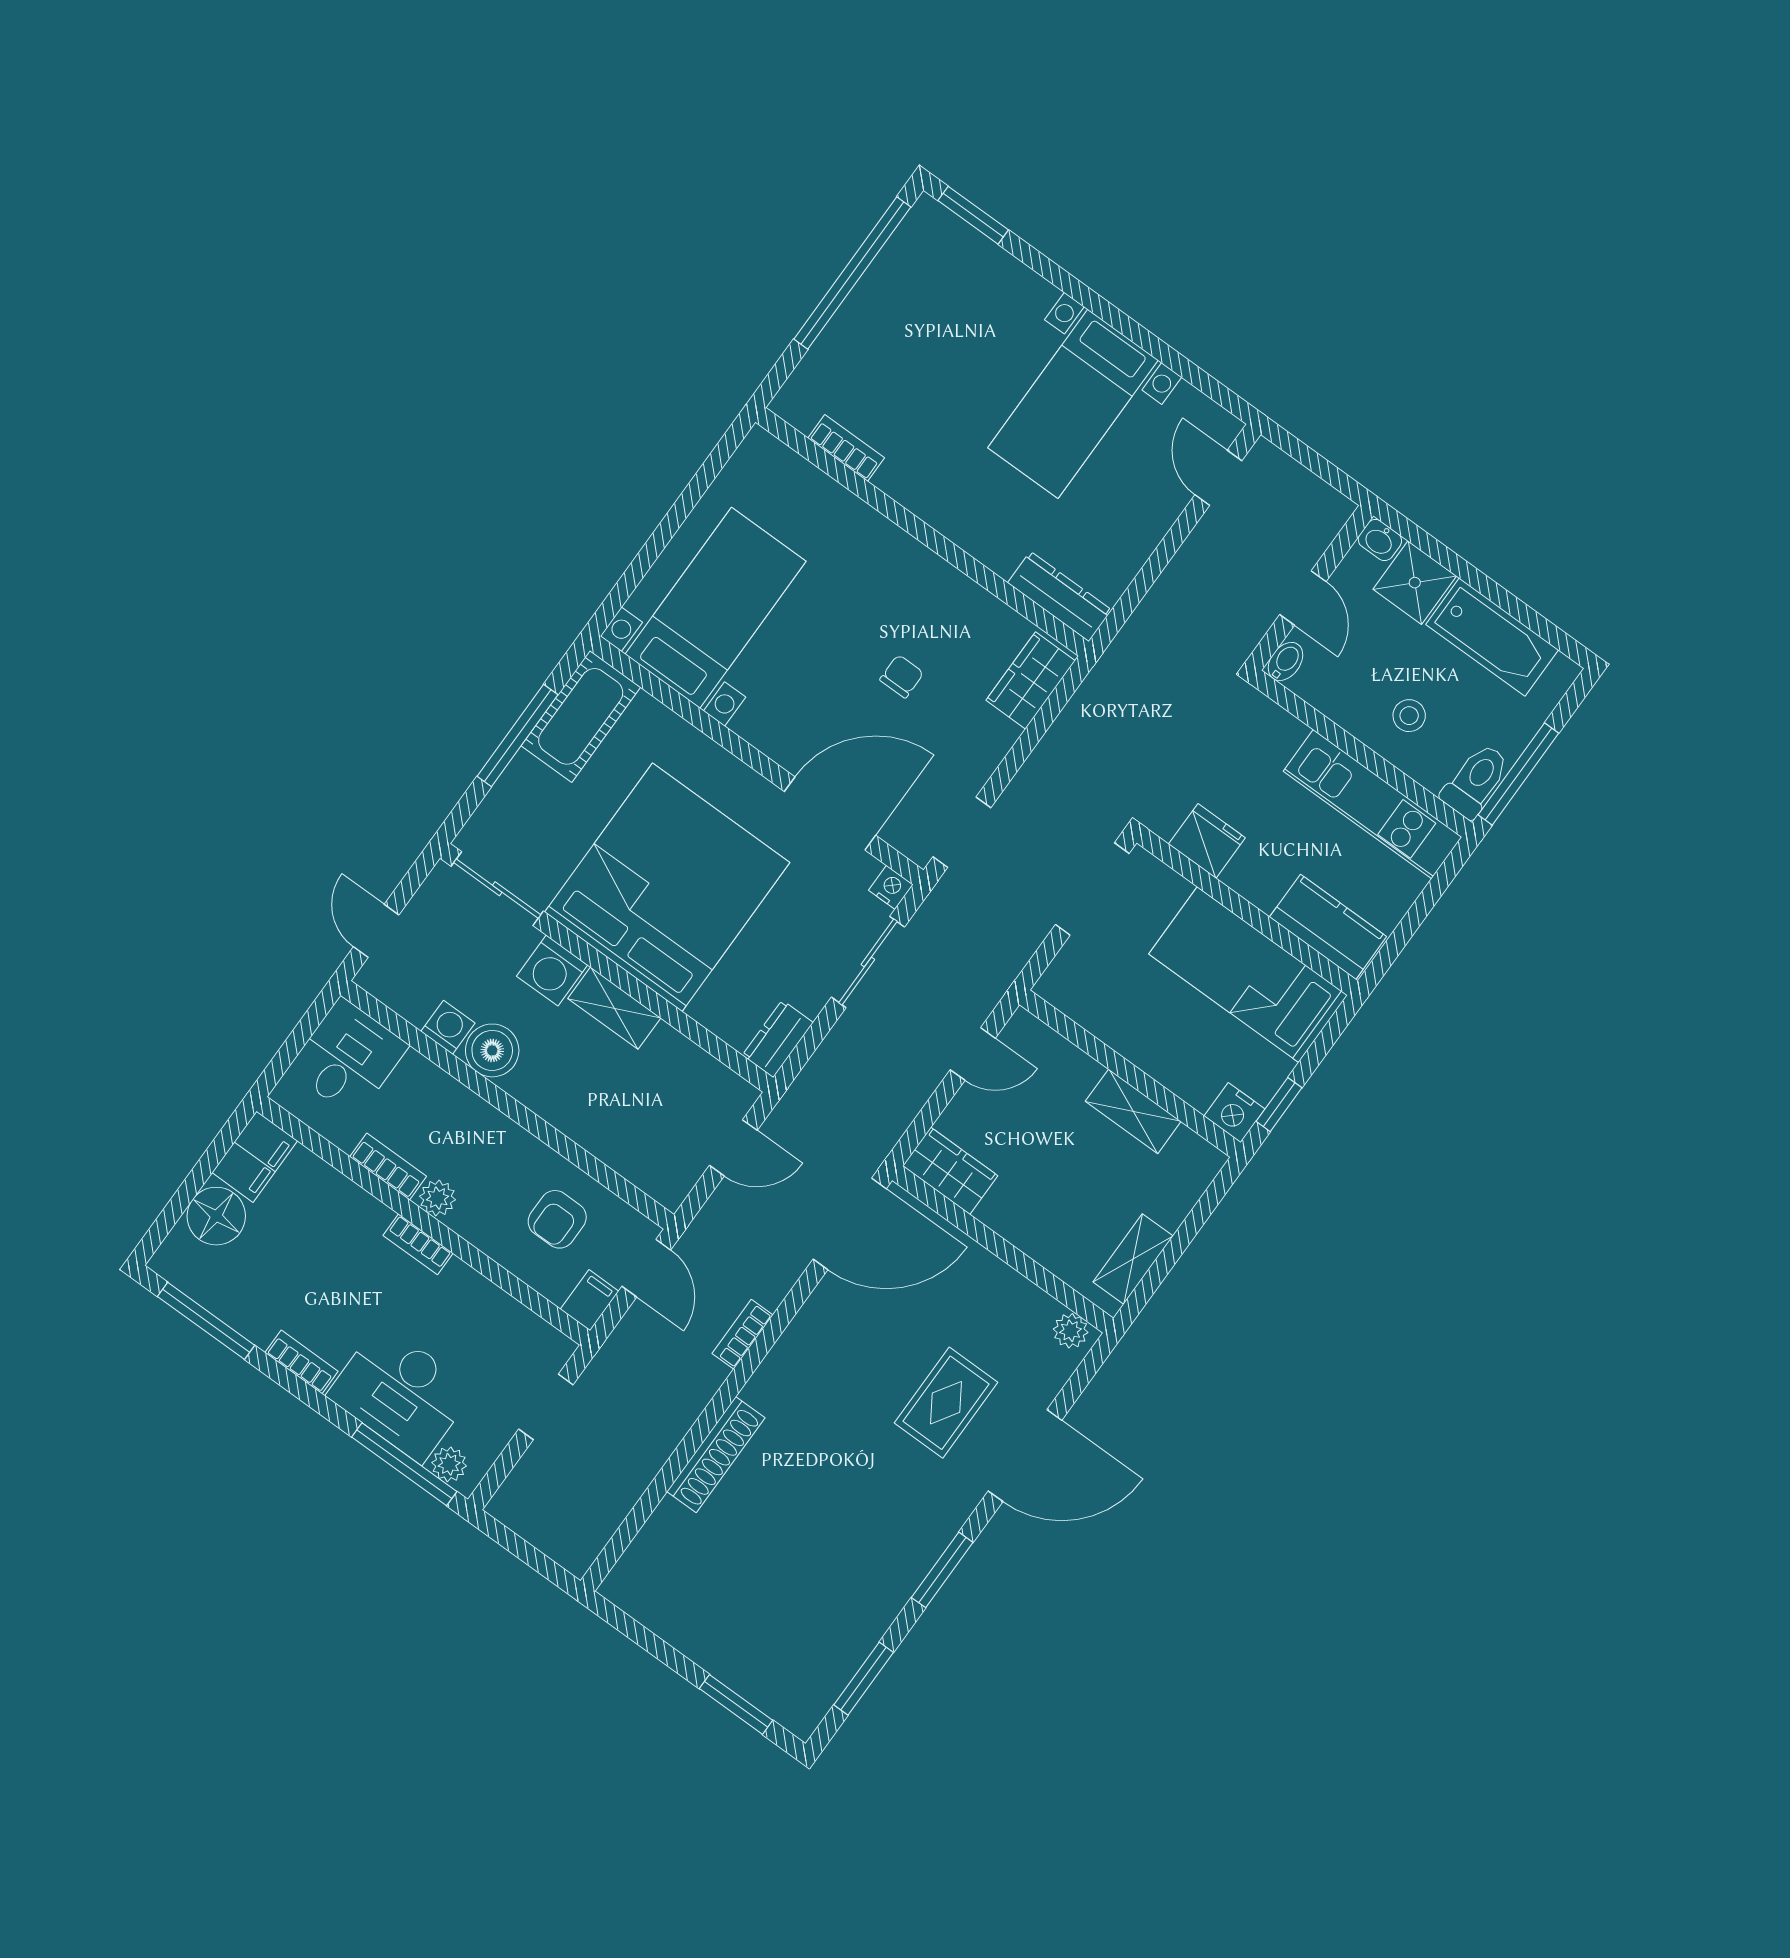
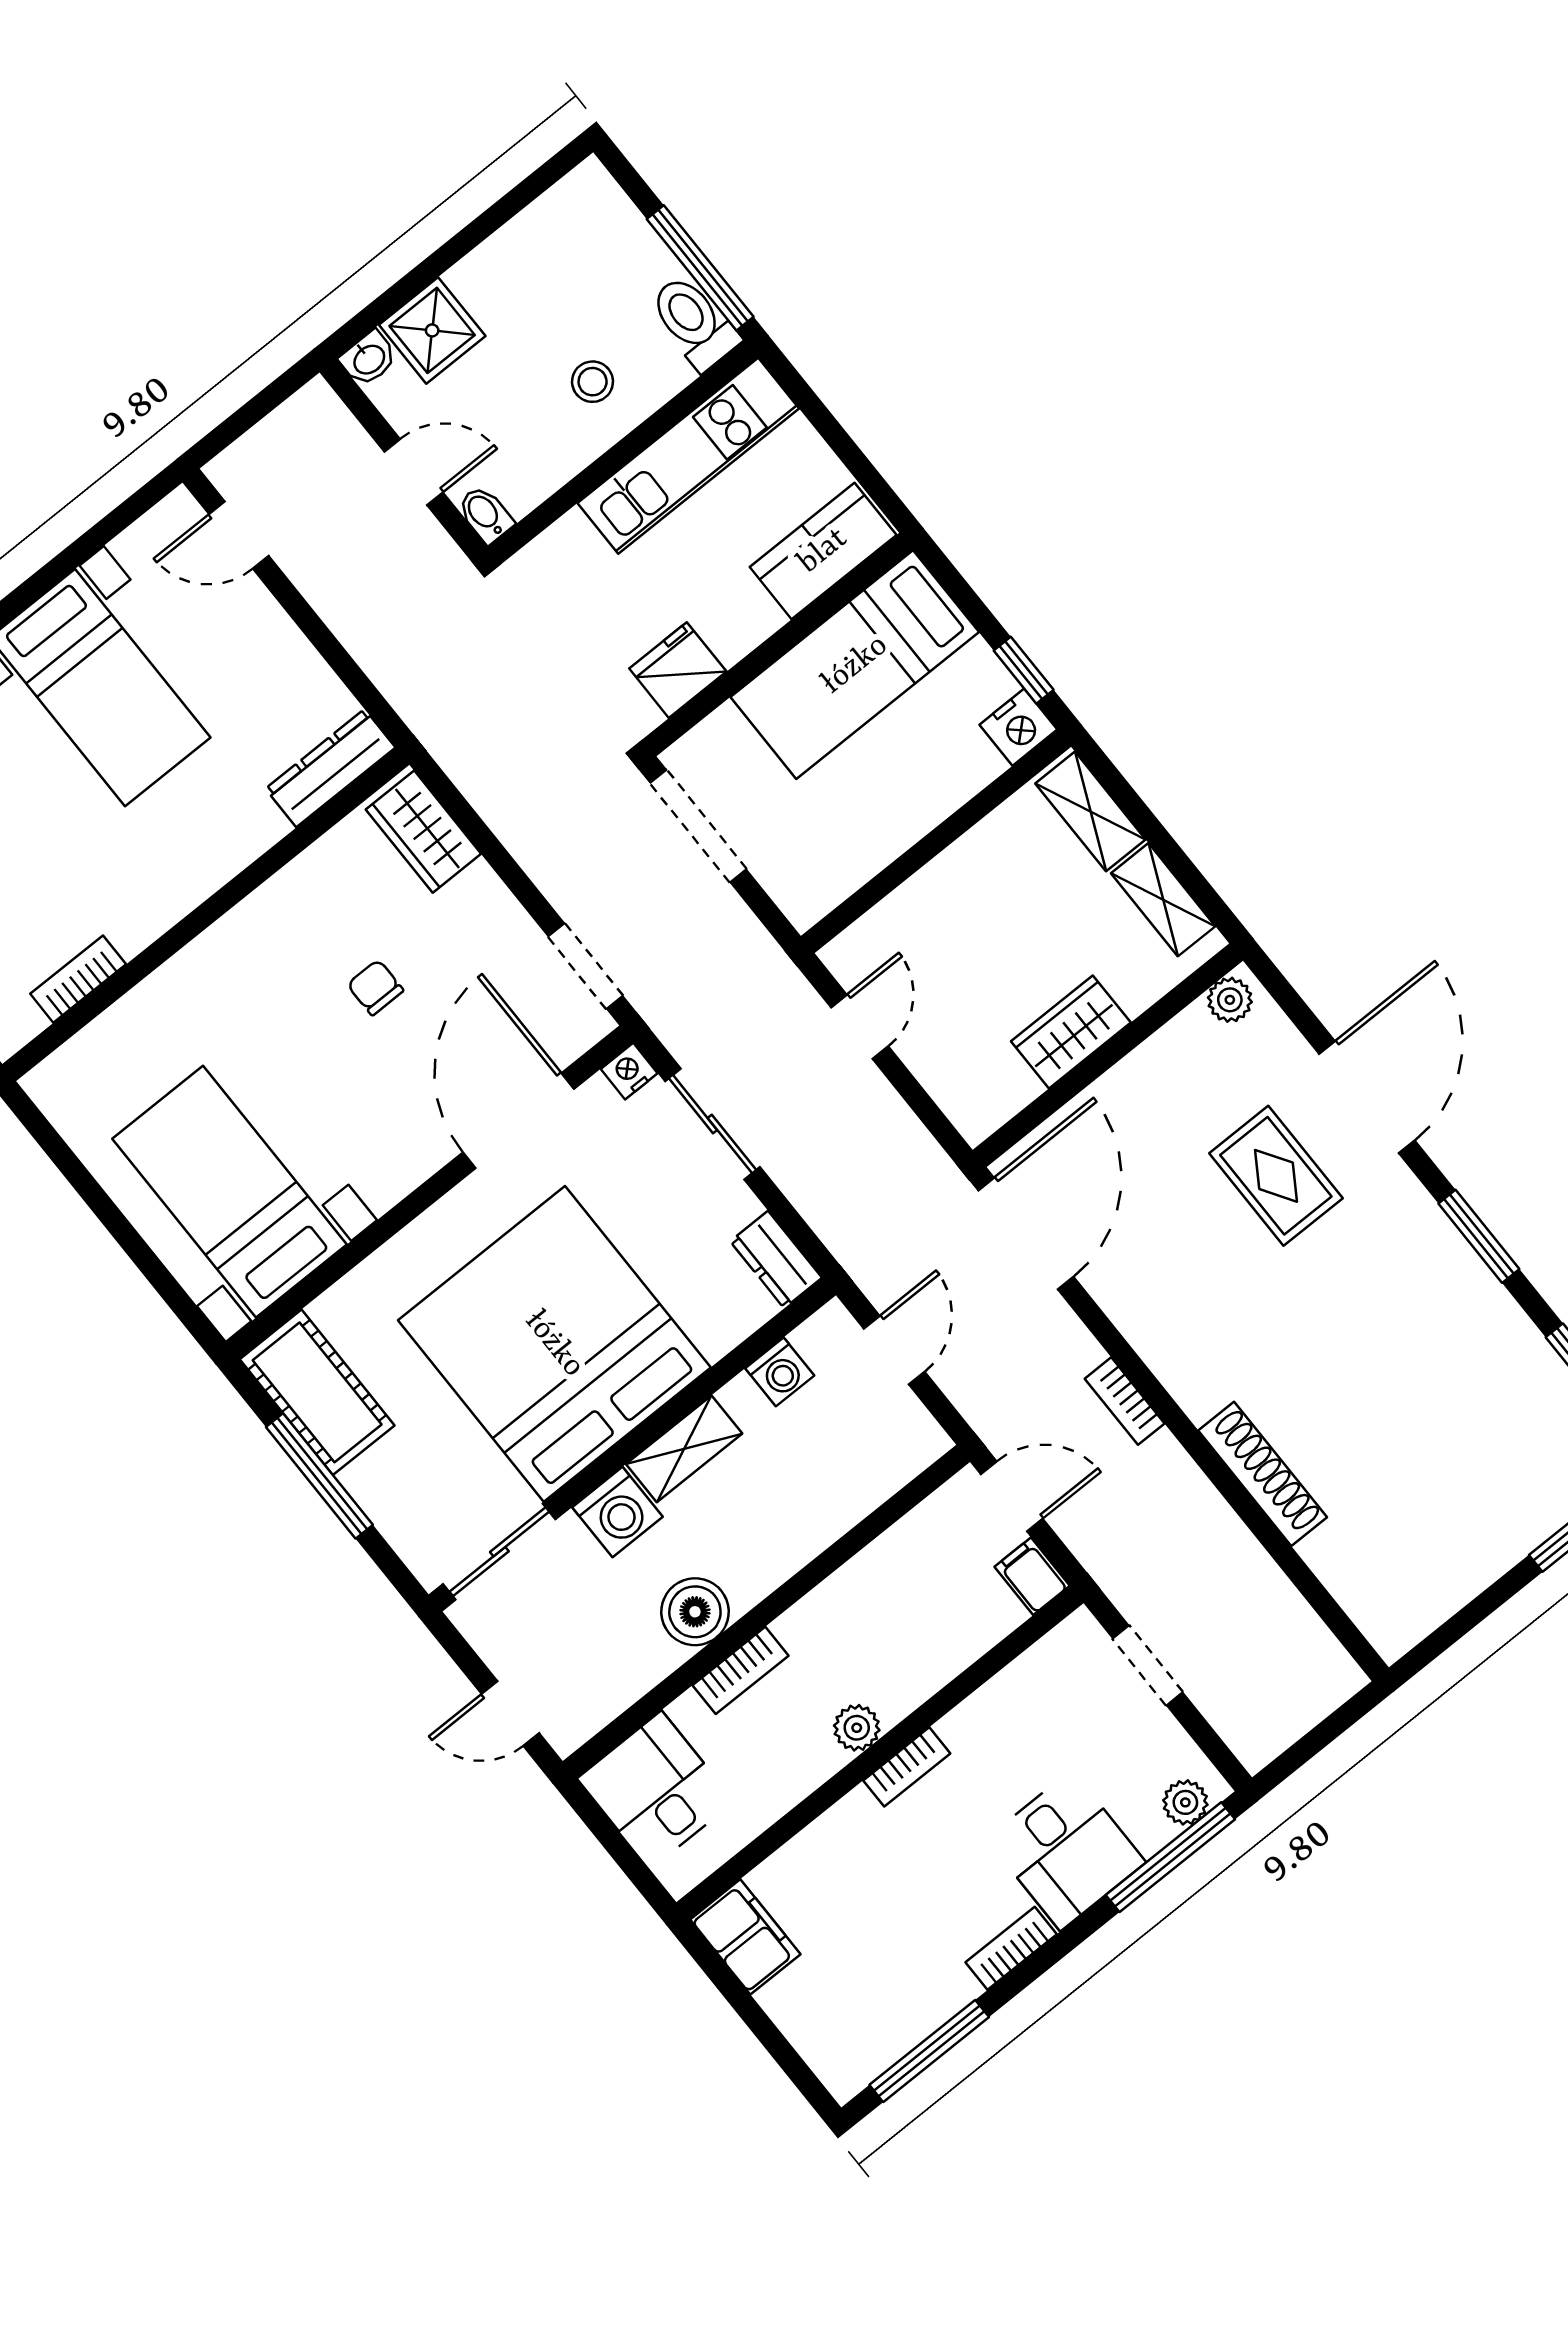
bathtub: (1492, 637) -> (525, 254), removed
washing machine: (448, 1027) -> (780, 1372), moved, turned 180
shelving: (1133, 1111) -> (1090, 811), moved, turned 90
bookcase: (388, 1166) -> (740, 1670), moved, turned 180
wardrobe: (950, 1171) -> (1071, 1032), moved
floor lamp: (216, 1216) -> (805, 2004), removed
armchair: (557, 1219) -> (923, 1589), removed
desk: (401, 1393) -> (1066, 1850), width x0.73

